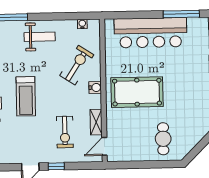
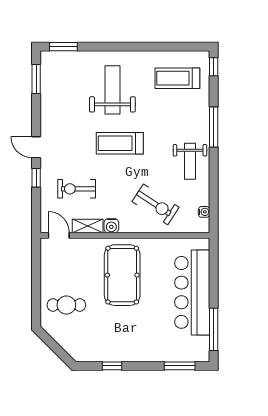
water cooler: (95, 87) -> (111, 226), moved

